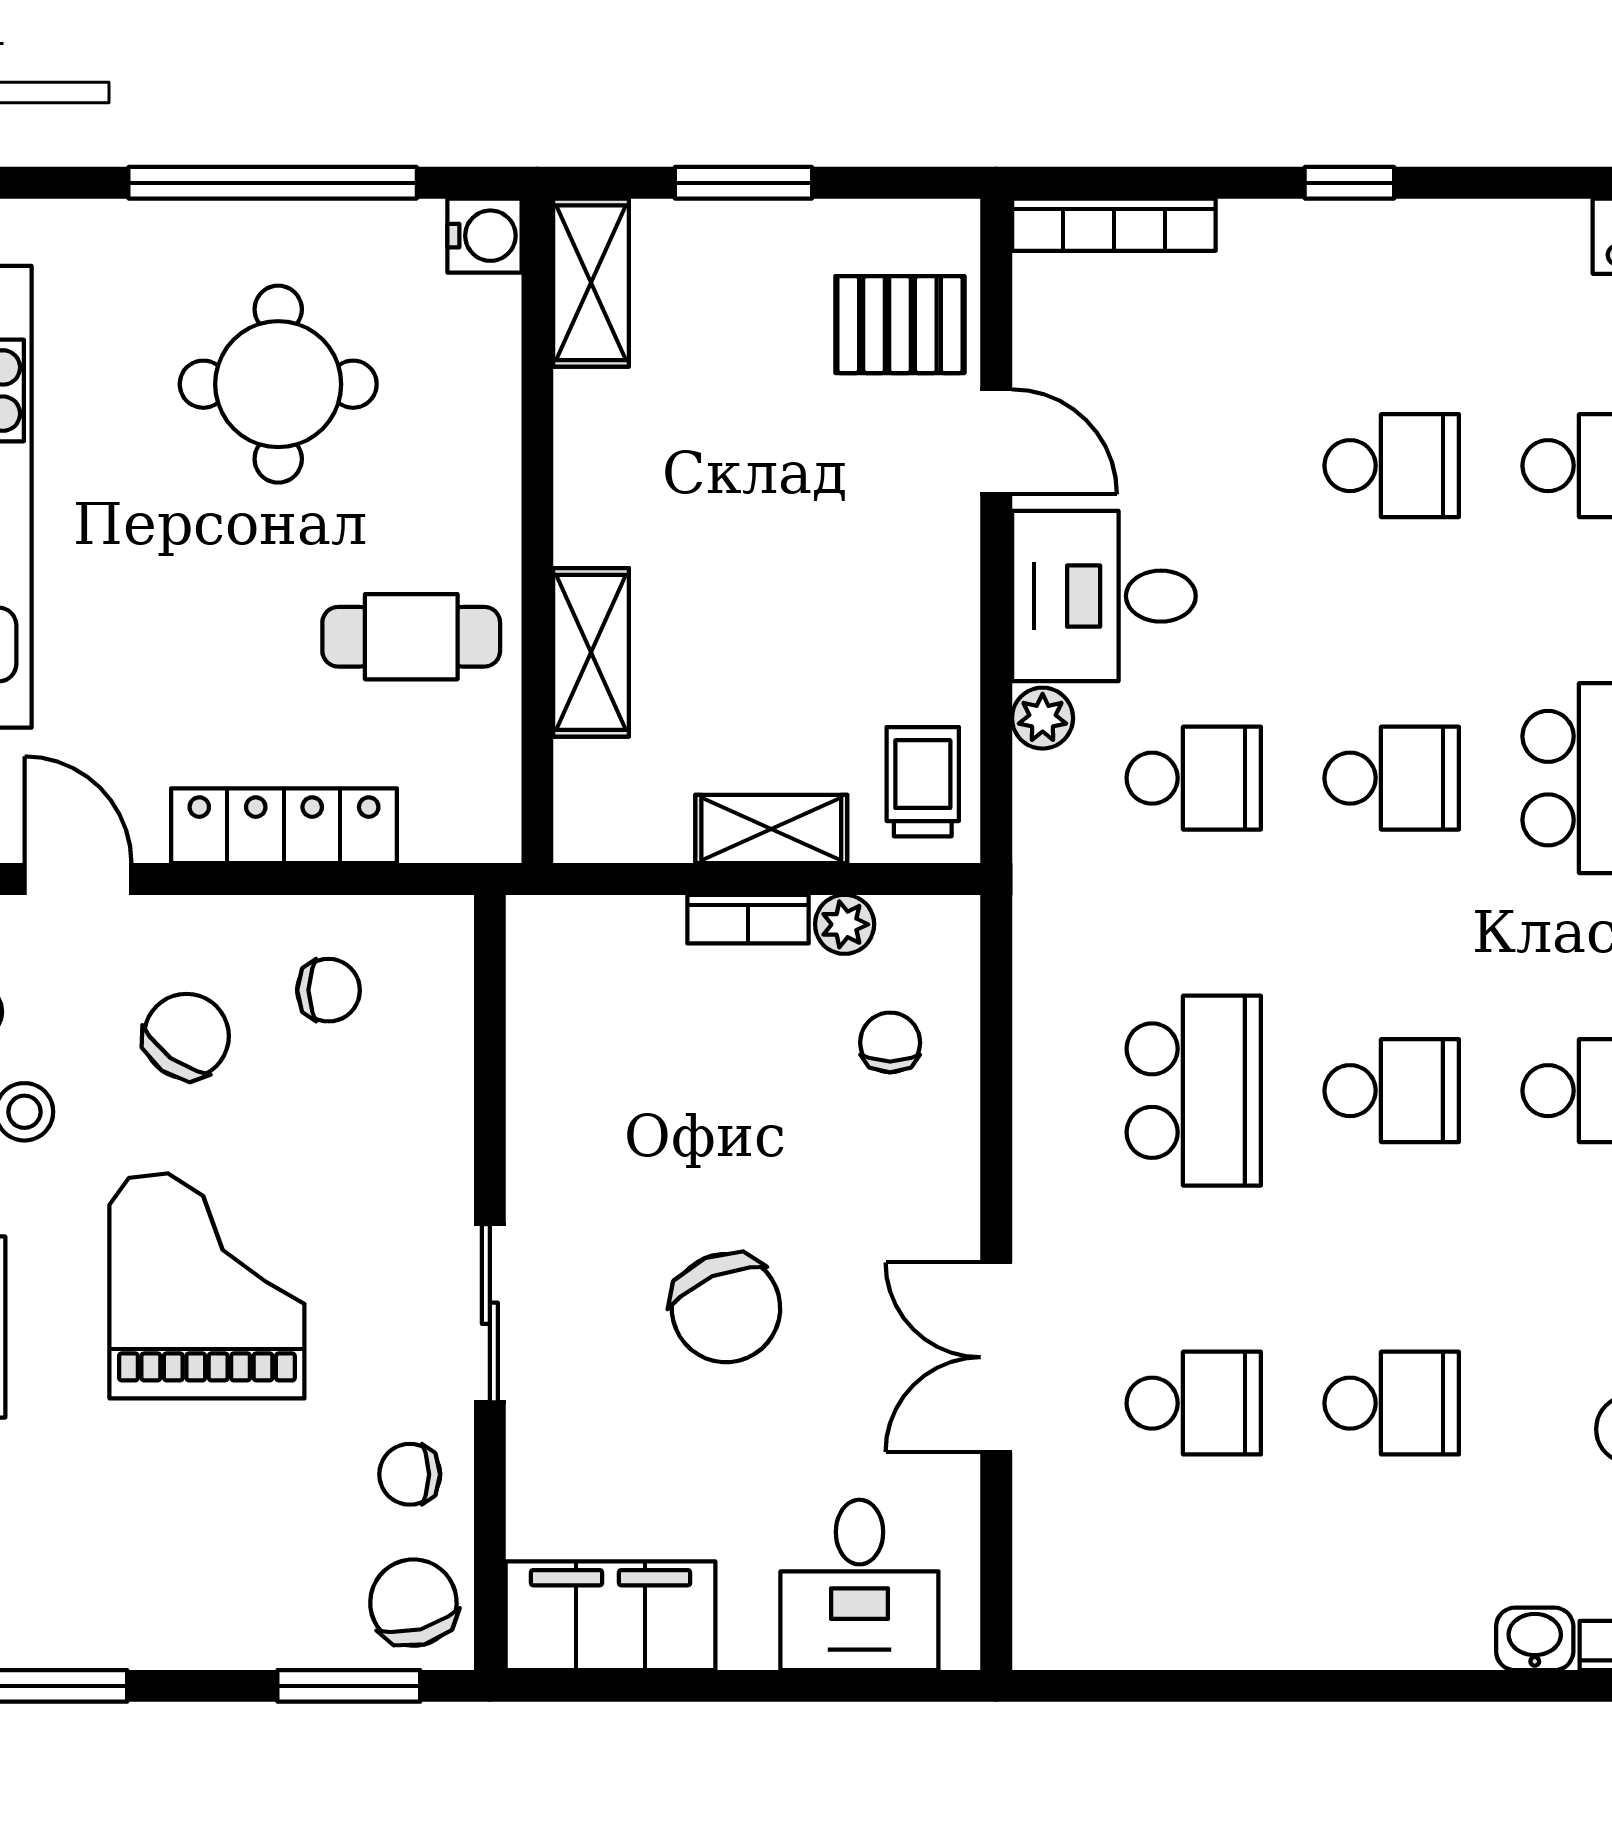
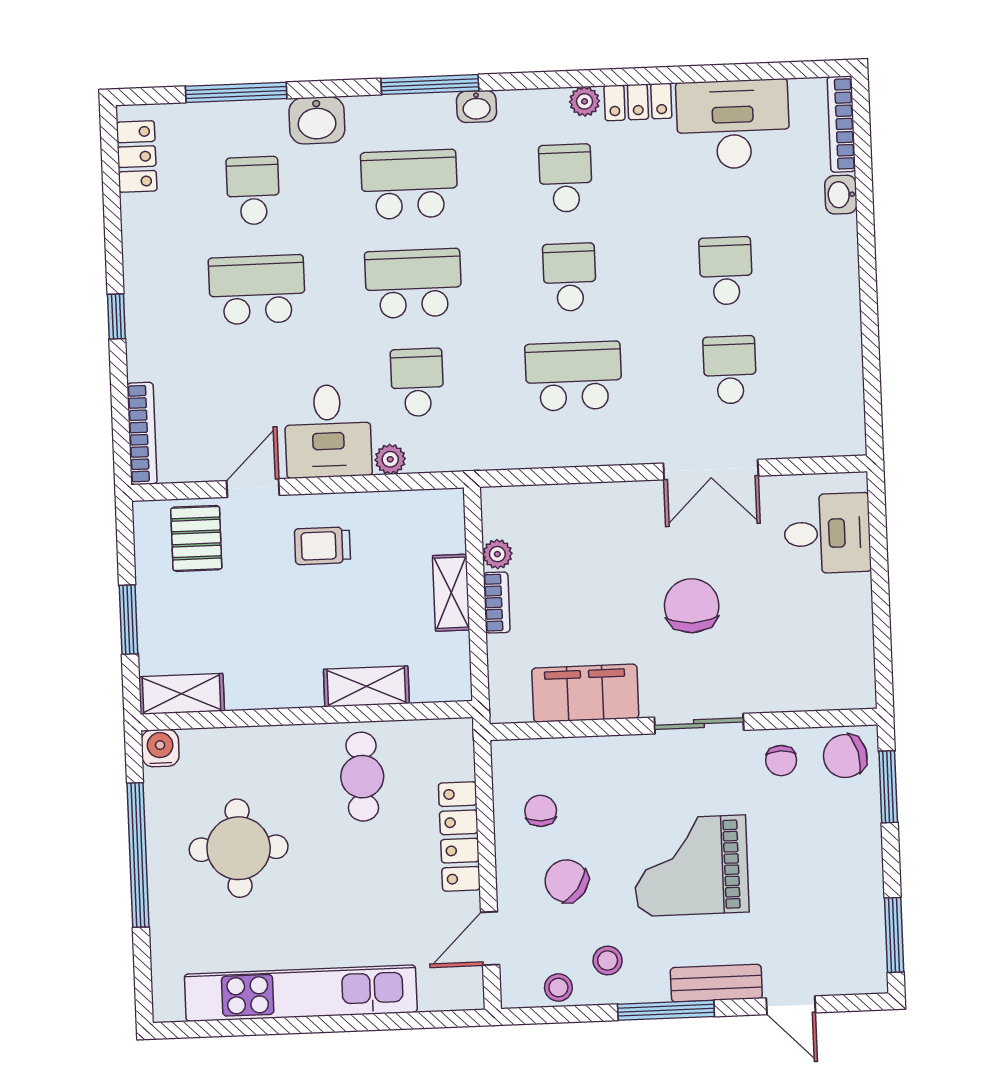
school desk: (1392, 466) -> (257, 290), width x1.85
school desk: (1392, 778) -> (413, 283), width x1.85
trolley: (923, 782) -> (322, 546), moved
chair: (890, 1042) -> (556, 529), removed
chair: (726, 1308) -> (692, 606), turned -67
filing cabinet: (611, 1616) -> (585, 693), moved, turned 90

